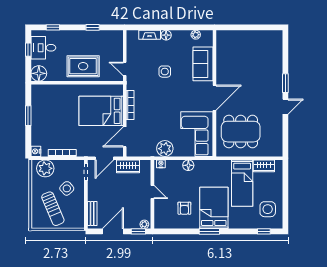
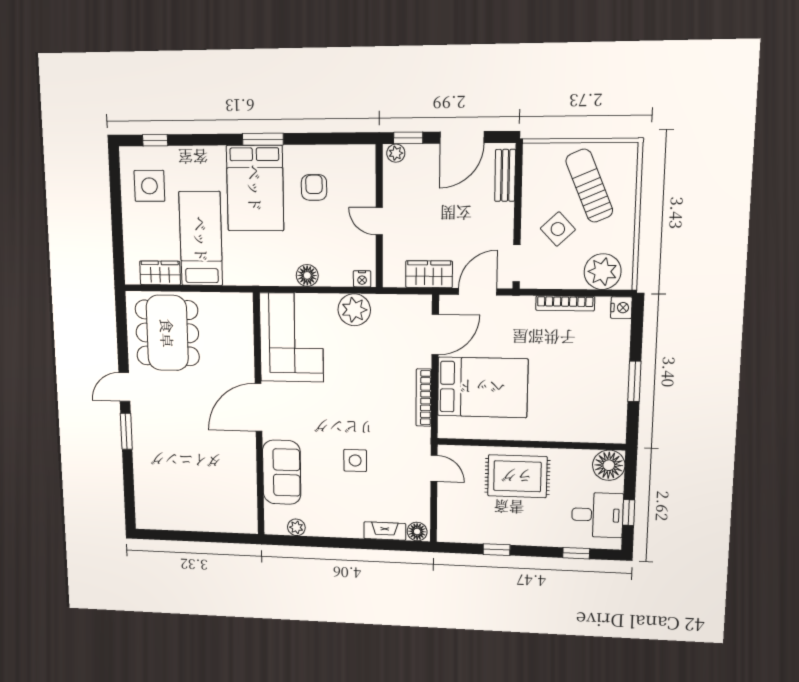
floor lamp: (166, 35) -> (417, 532), moved
dining table: (241, 132) -> (167, 333), moved, turned 90

